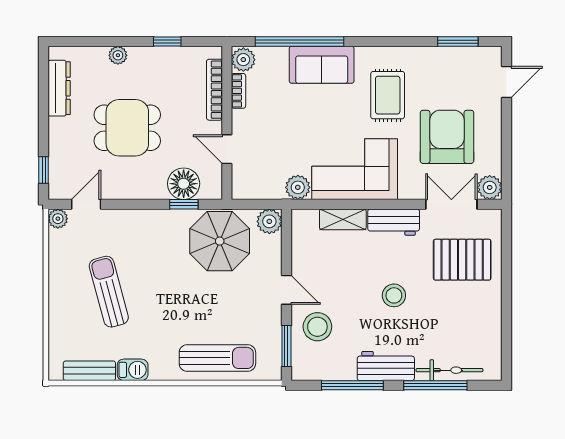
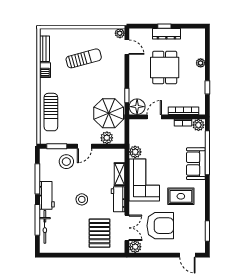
dresser: (59, 88) -> (166, 34), moved
window: (44, 170) -> (164, 26), moved
floor lamp: (184, 184) -> (137, 107), moved
plant: (269, 221) -> (107, 138), moved

